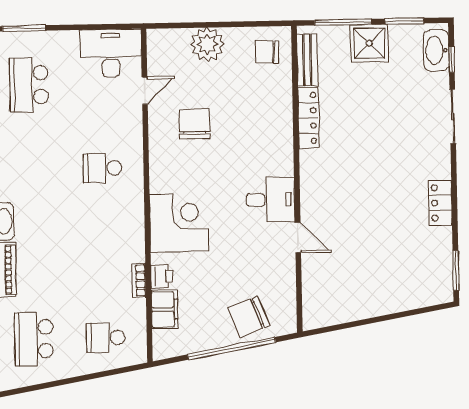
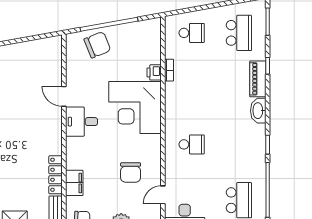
corner desk: (179, 223) -> (135, 107), width x1.36, depth x1.36
filing cabinet: (165, 309) -> (74, 183), moved, turned 180

